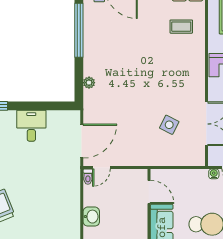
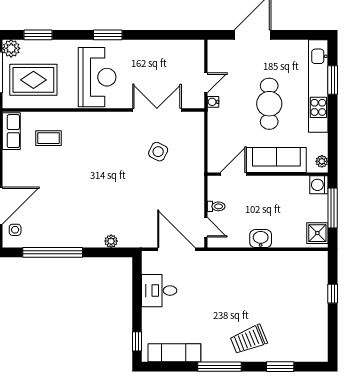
coffee table: (181, 27) -> (48, 138), turned 90
desk: (31, 126) -> (159, 291), moved
toilet: (88, 177) -> (216, 206), moved

